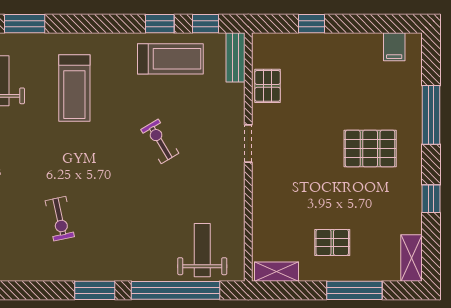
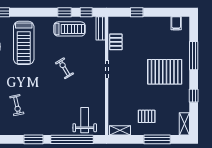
treadmill: (74, 88) -> (24, 43), width x1.37, depth x1.38
pallet: (370, 149) -> (165, 72), width x1.37, depth x1.41

